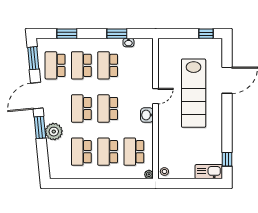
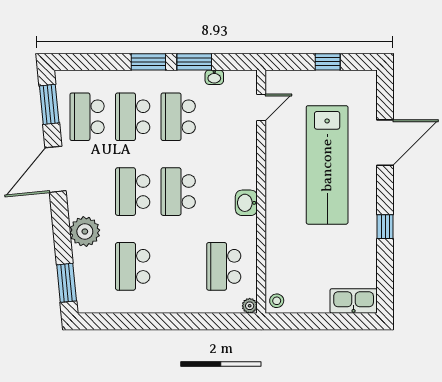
window: (67, 34) -> (148, 62), moved
window: (206, 34) -> (328, 62), moved
door: (156, 96) -> (261, 108), moved
window: (40, 127) -> (67, 283), moved
school desk: (108, 152) -> (178, 266), removed
window: (227, 159) -> (385, 227), moved

